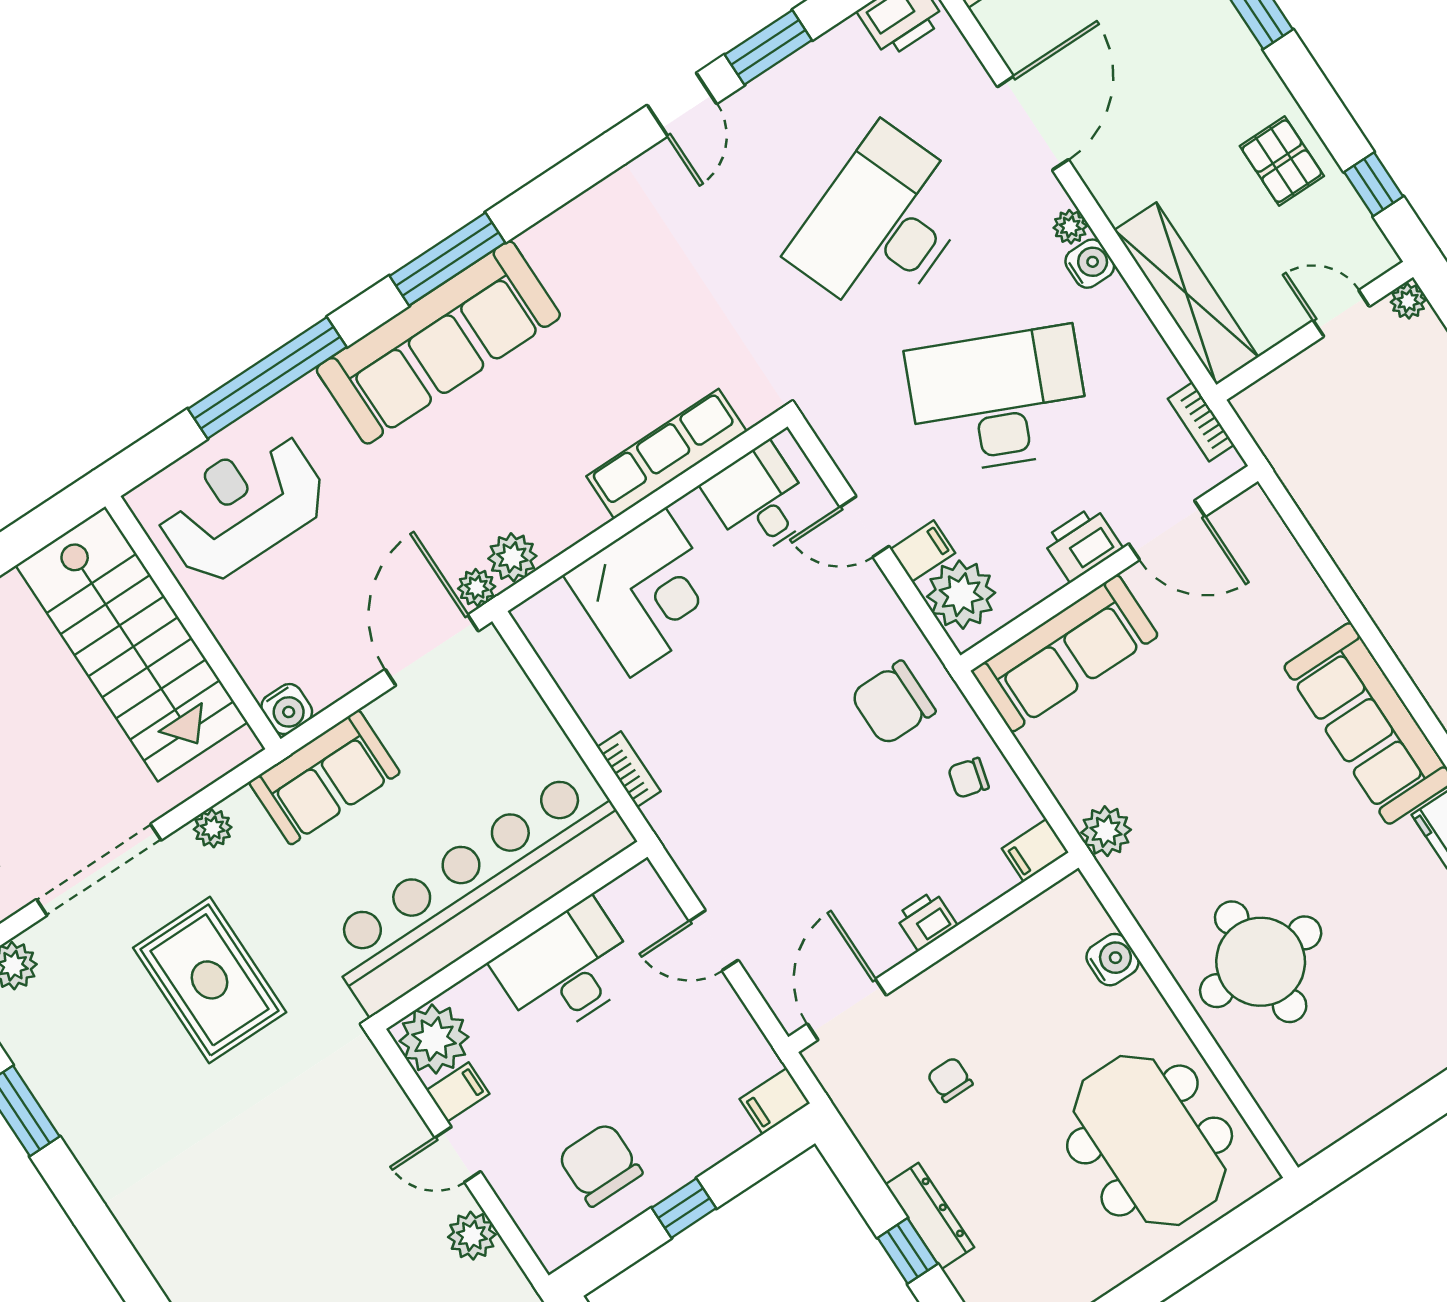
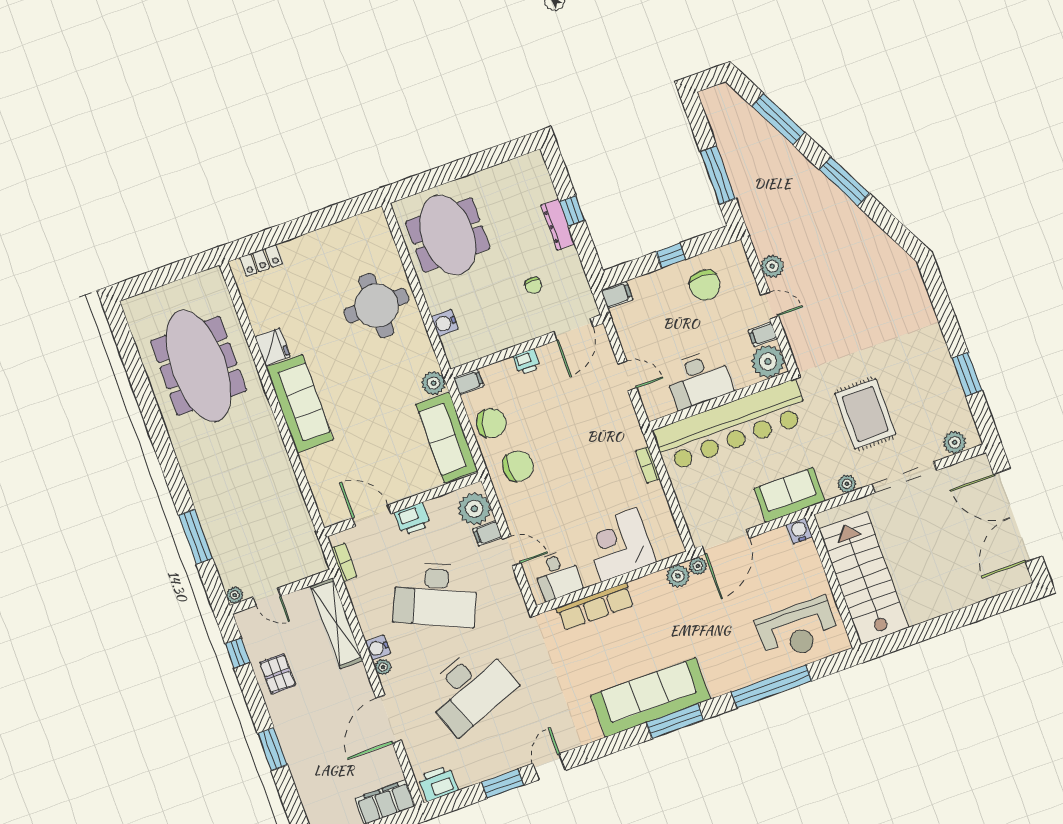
sofa: (438, 342) -> (651, 697), moved
sofa: (1065, 653) -> (447, 438), moved, turned -90
chair: (968, 778) -> (491, 423), width x1.87, depth x1.87

